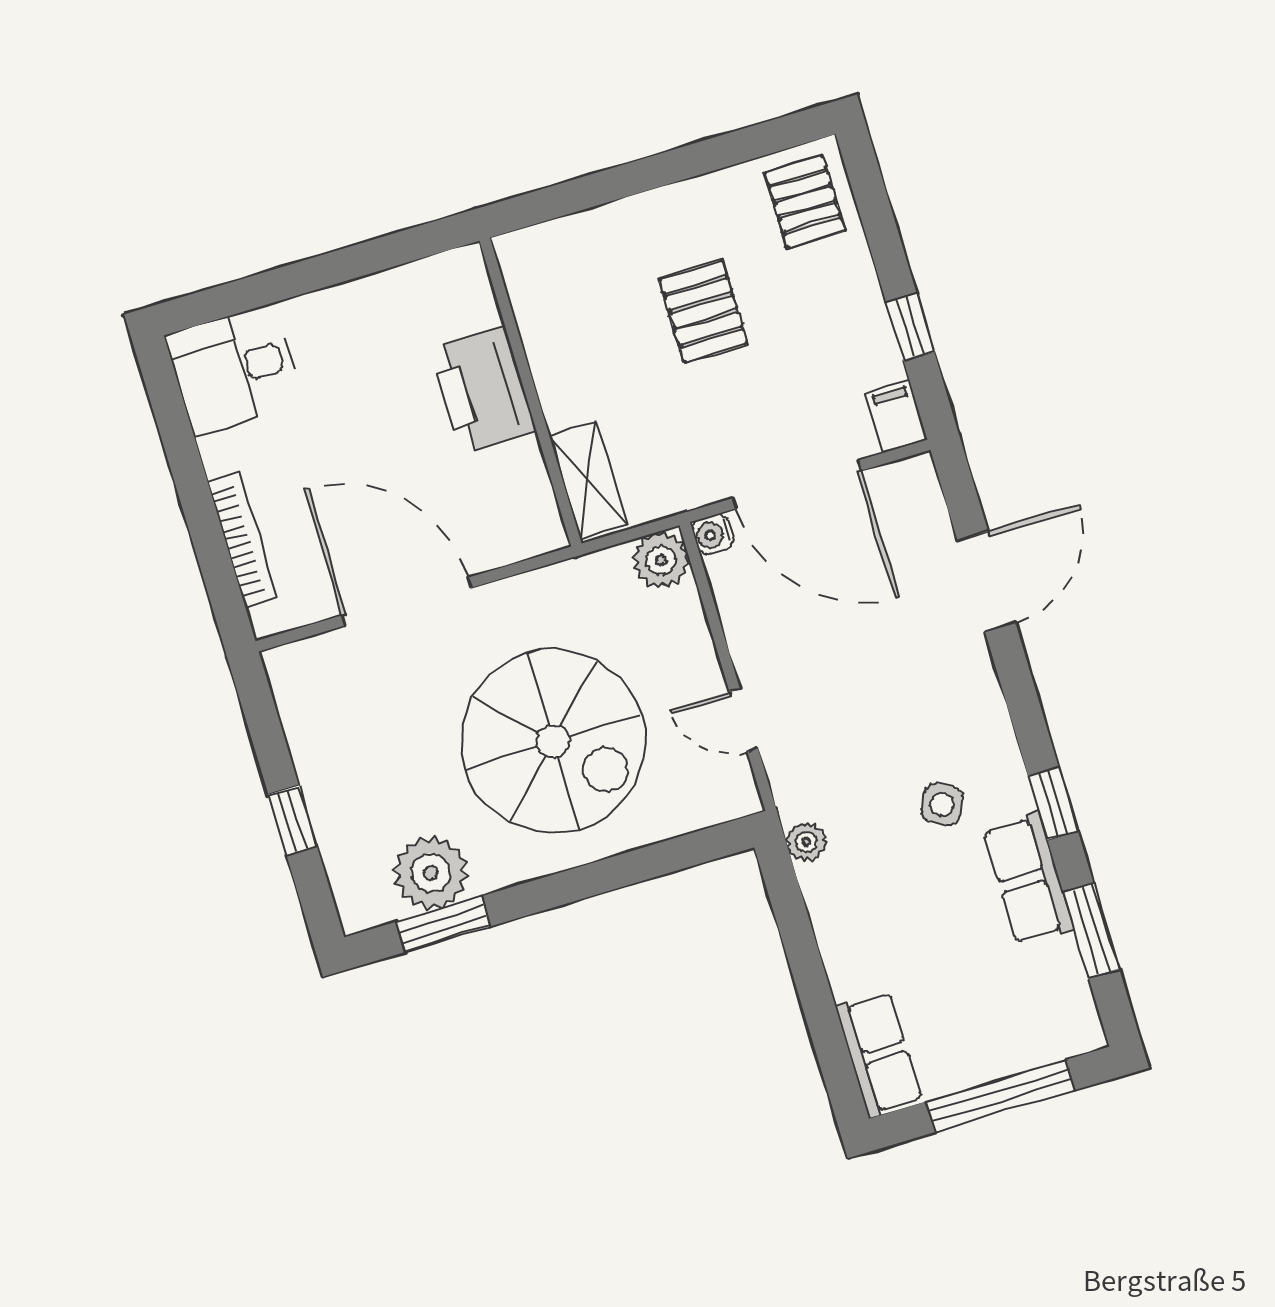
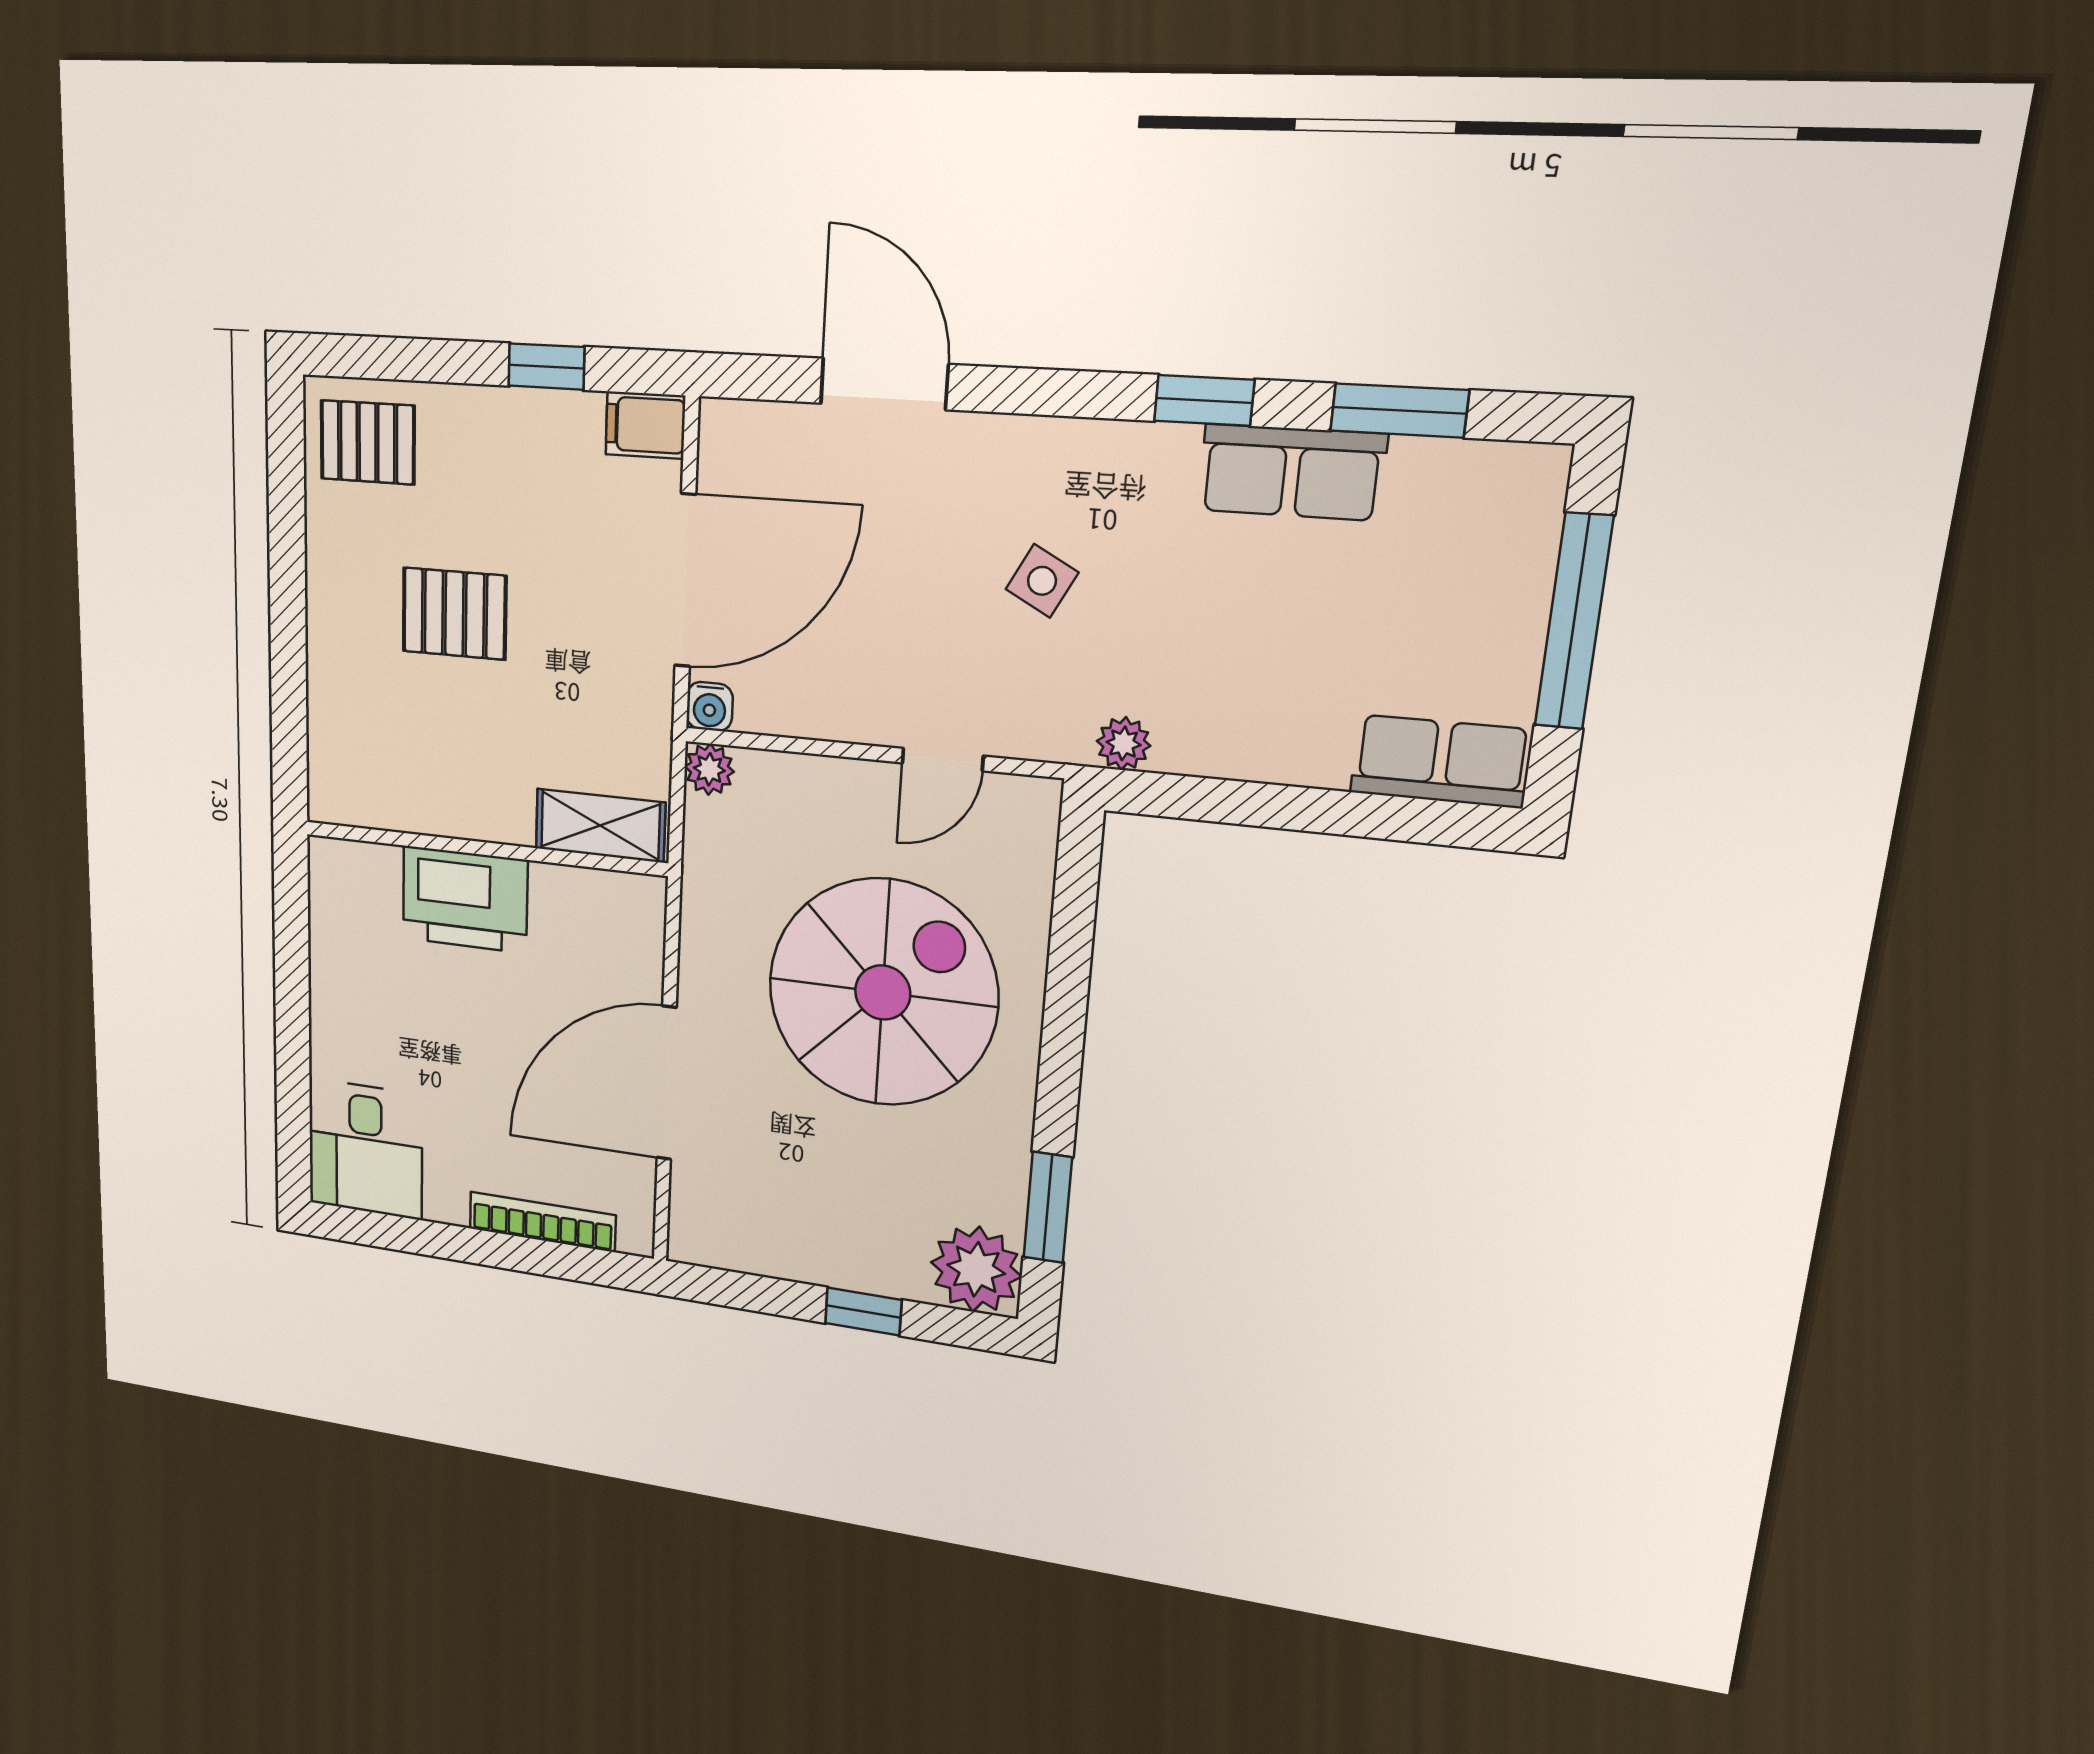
plant: (661, 560) -> (709, 769), width x0.73, depth x0.73
side table: (942, 804) -> (1042, 581), moved
plant: (431, 873) -> (976, 1269), moved

